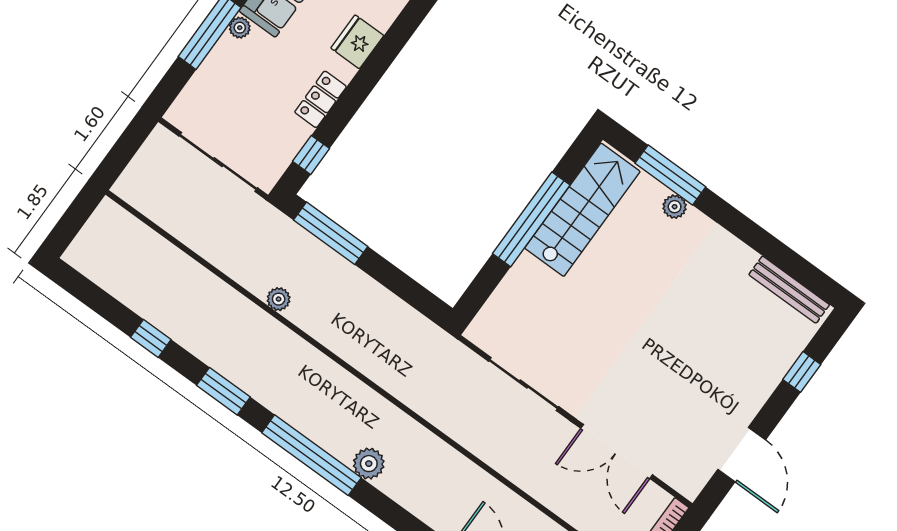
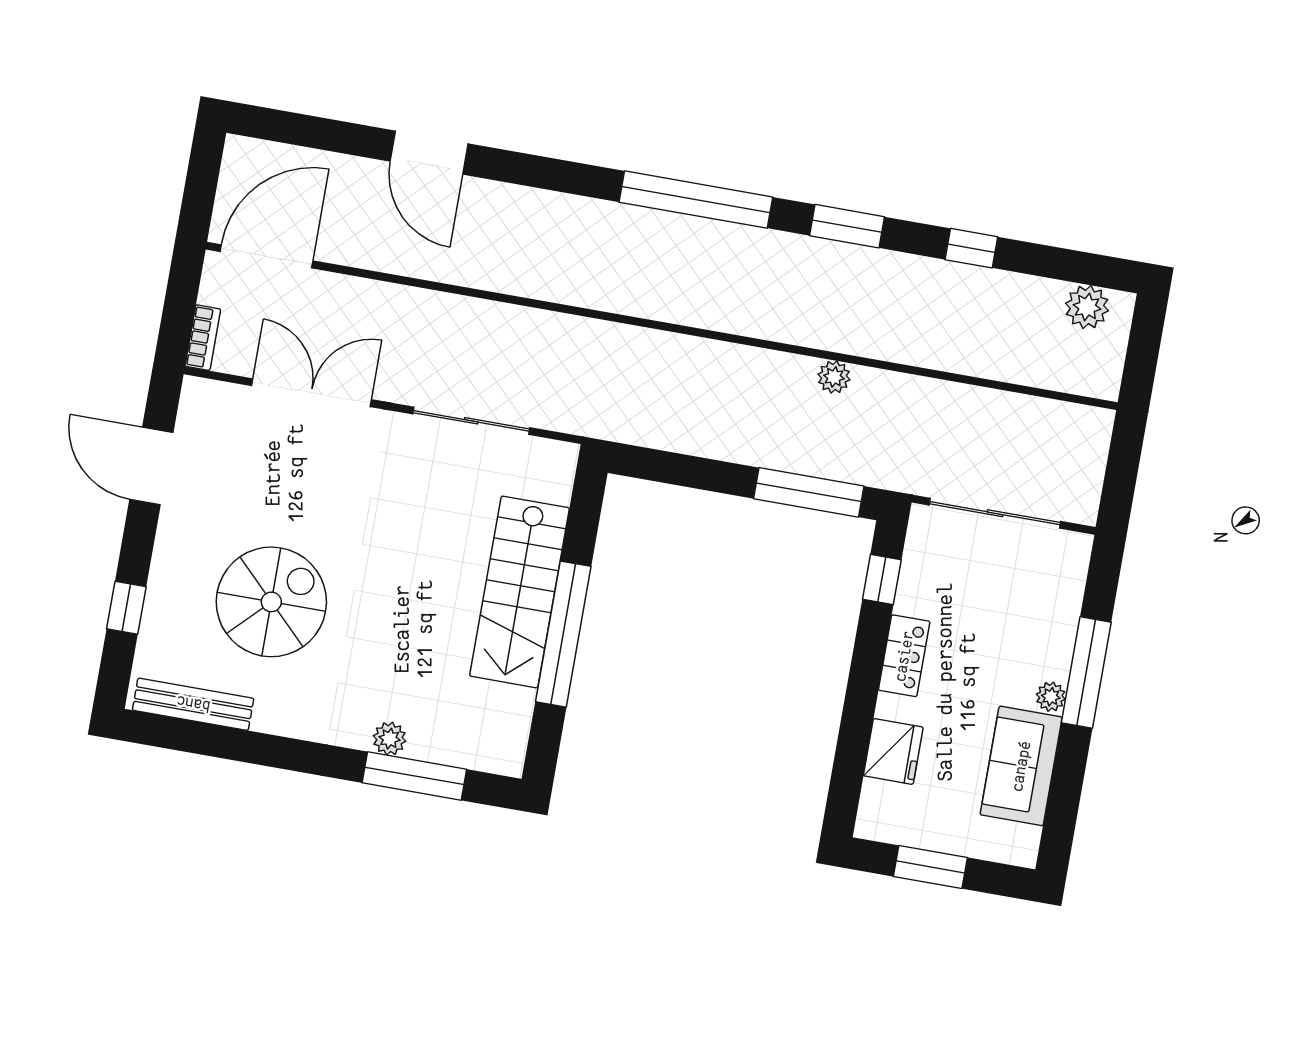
stairs: (582, 210) -> (520, 592), moved
spiral stairs: (707, 331) -> (271, 602), added
plant: (369, 464) -> (1087, 307), moved

